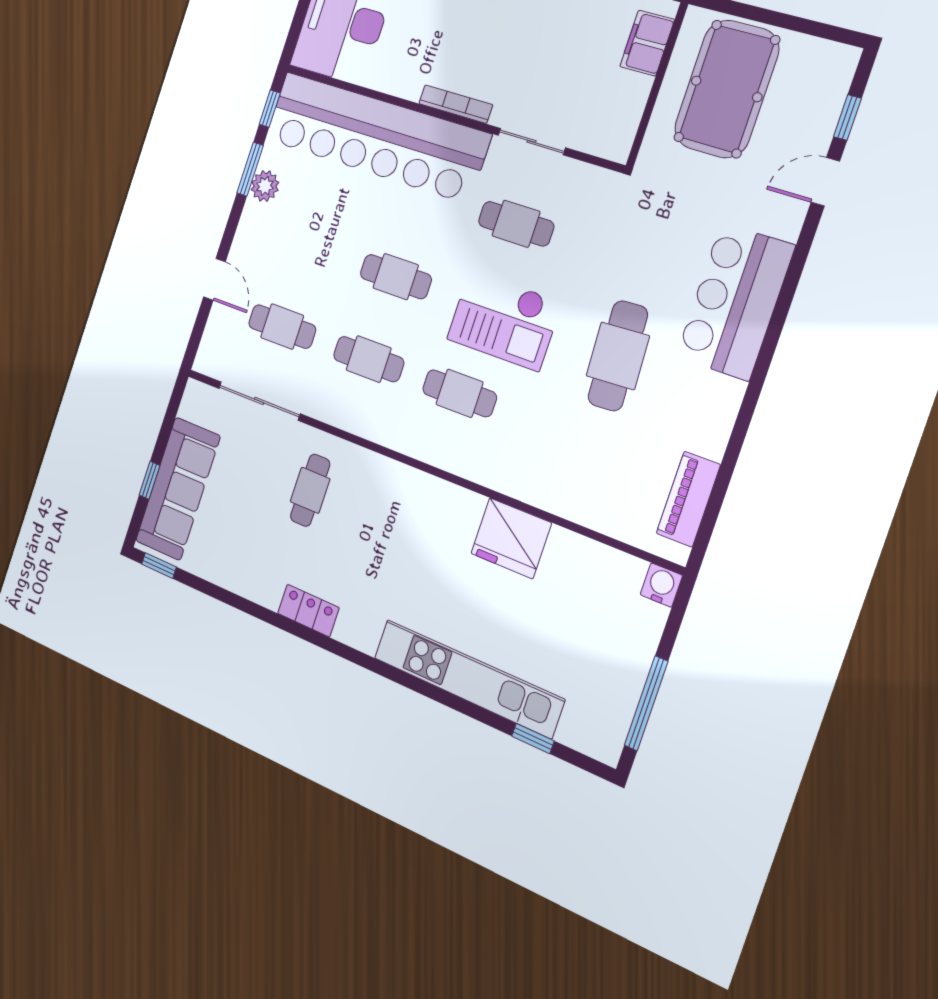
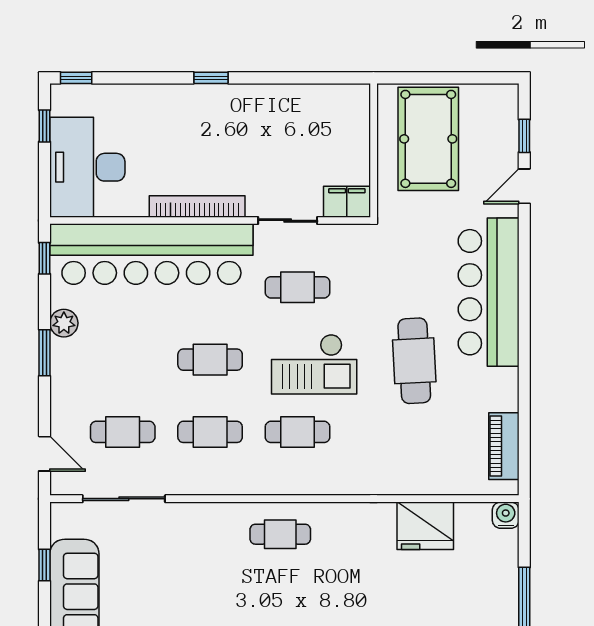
filing cabinet: (647, 43) -> (347, 202), moved, turned 90
bookcase: (456, 104) -> (197, 206), width x1.48, depth x1.31
window: (250, 169) -> (44, 353), moved
door: (215, 279) -> (44, 454), moved
bar counter: (735, 302) -> (489, 292), width x1.36
window: (150, 480) -> (44, 565), moved
cafe table: (310, 490) -> (280, 534), moved, turned 90
fridge: (511, 538) -> (425, 526), moved

